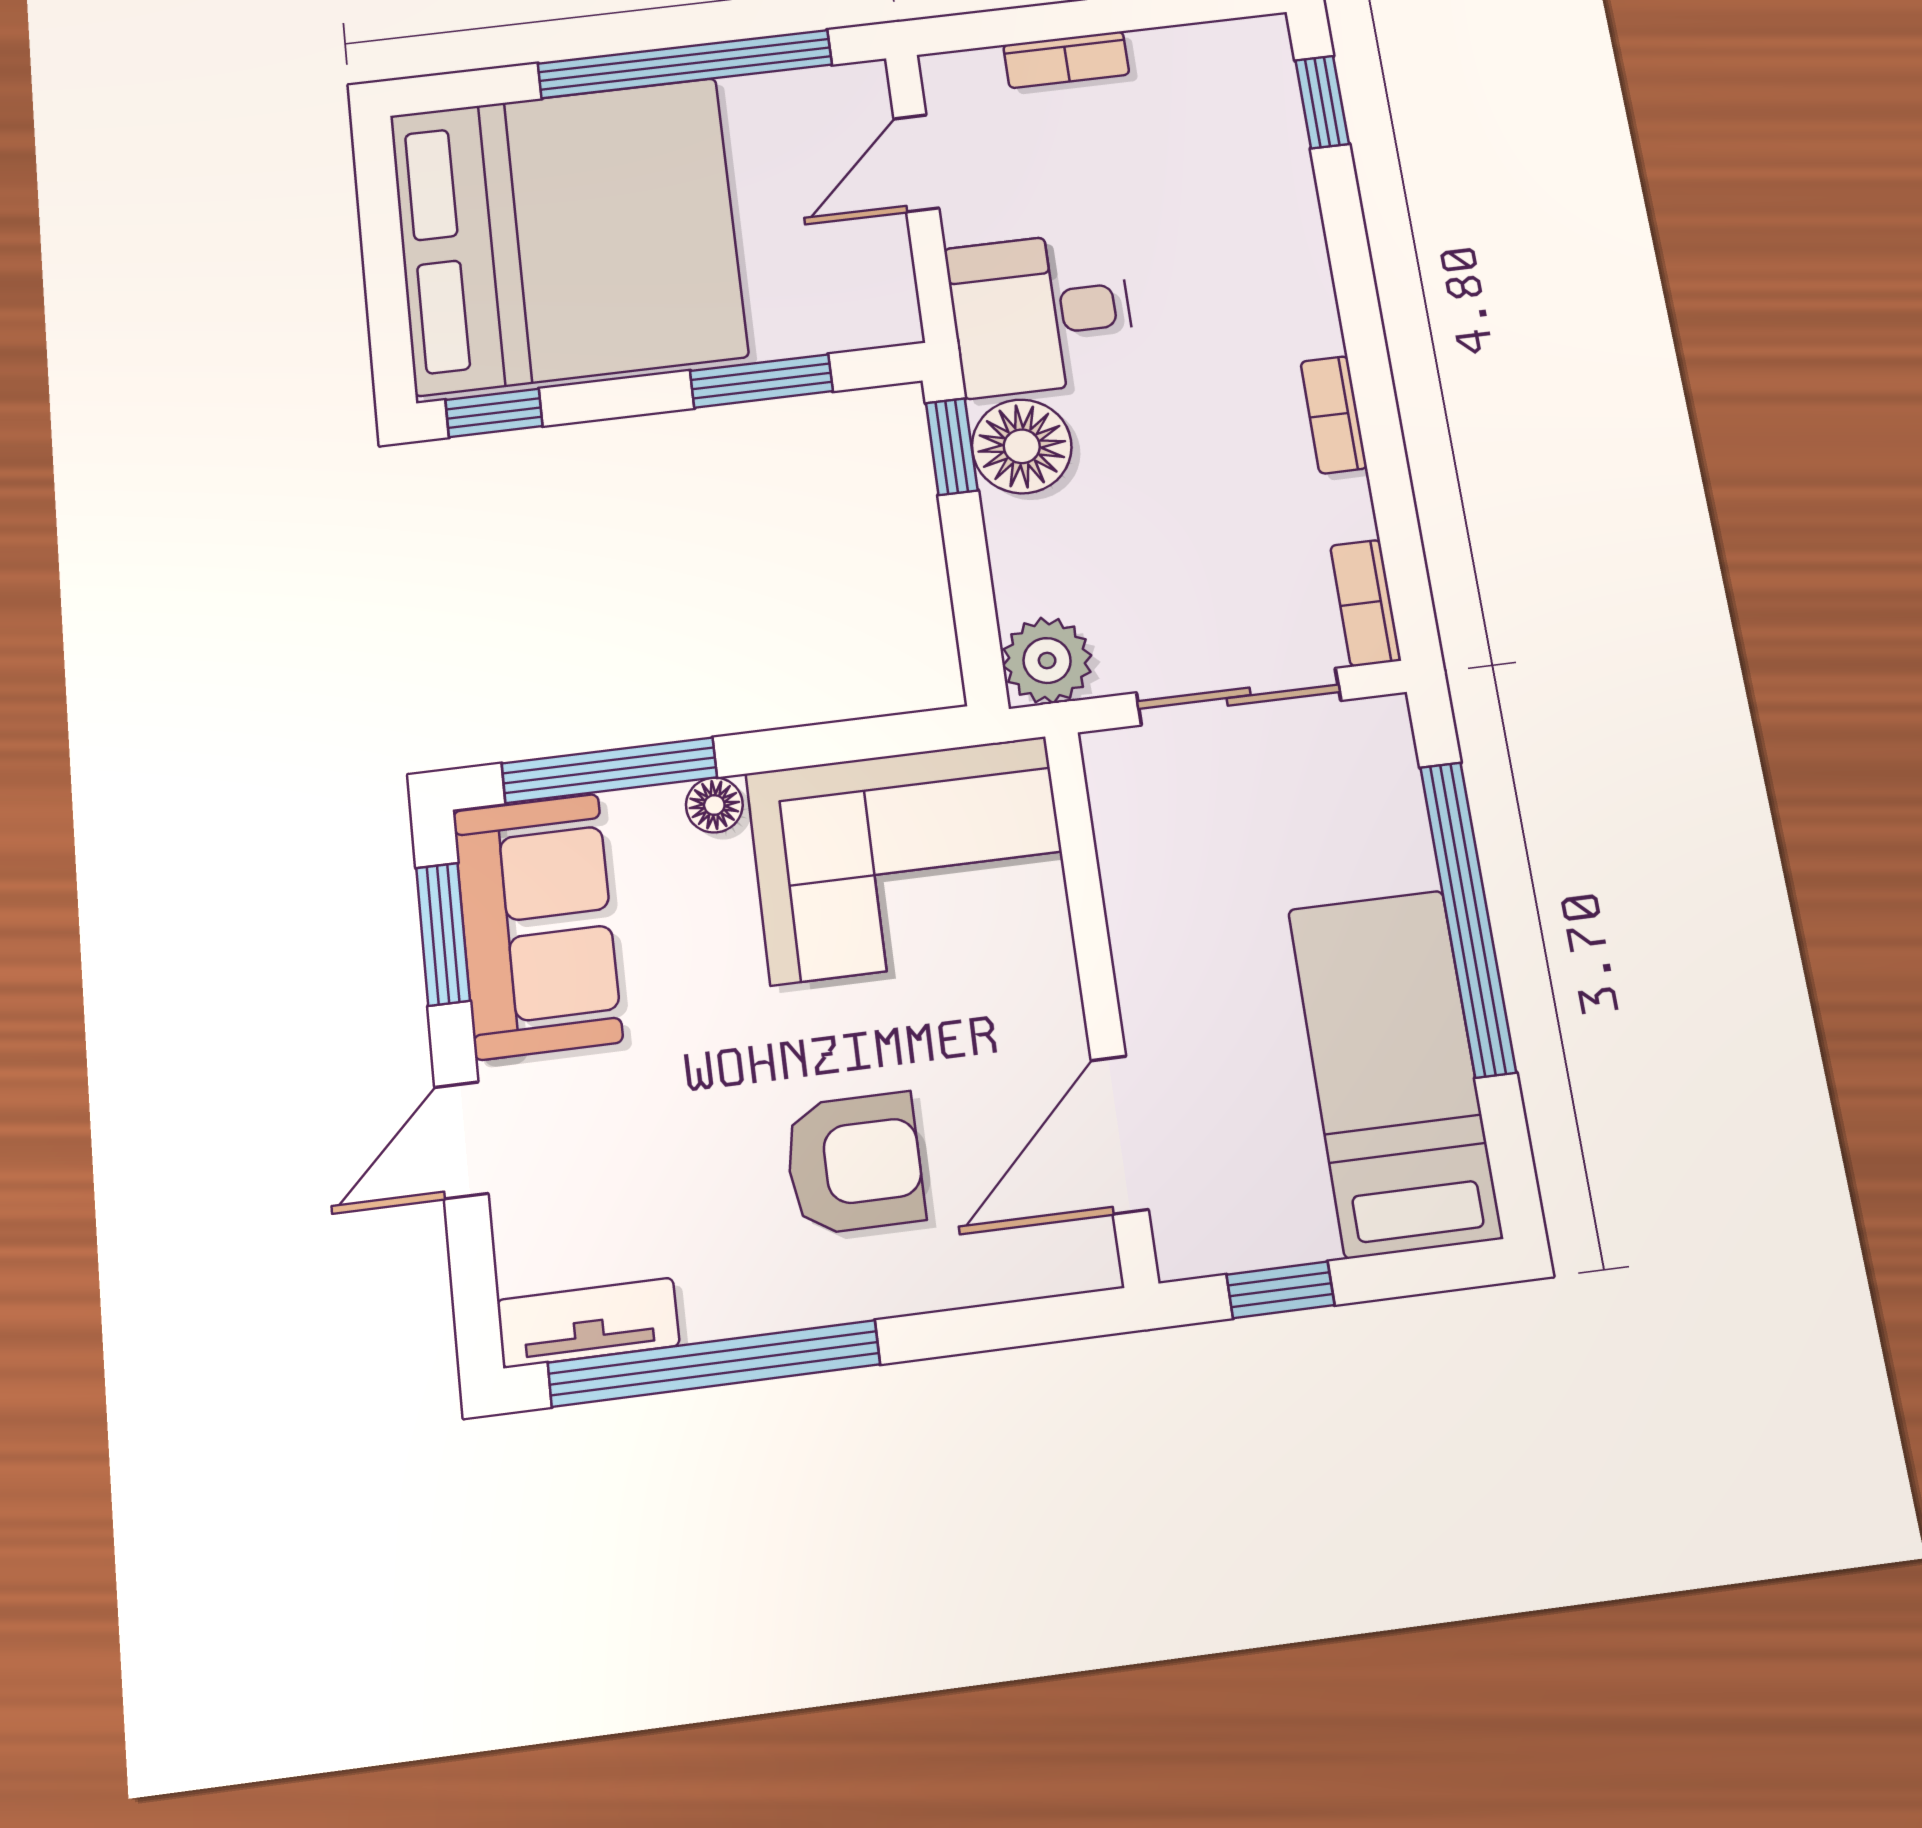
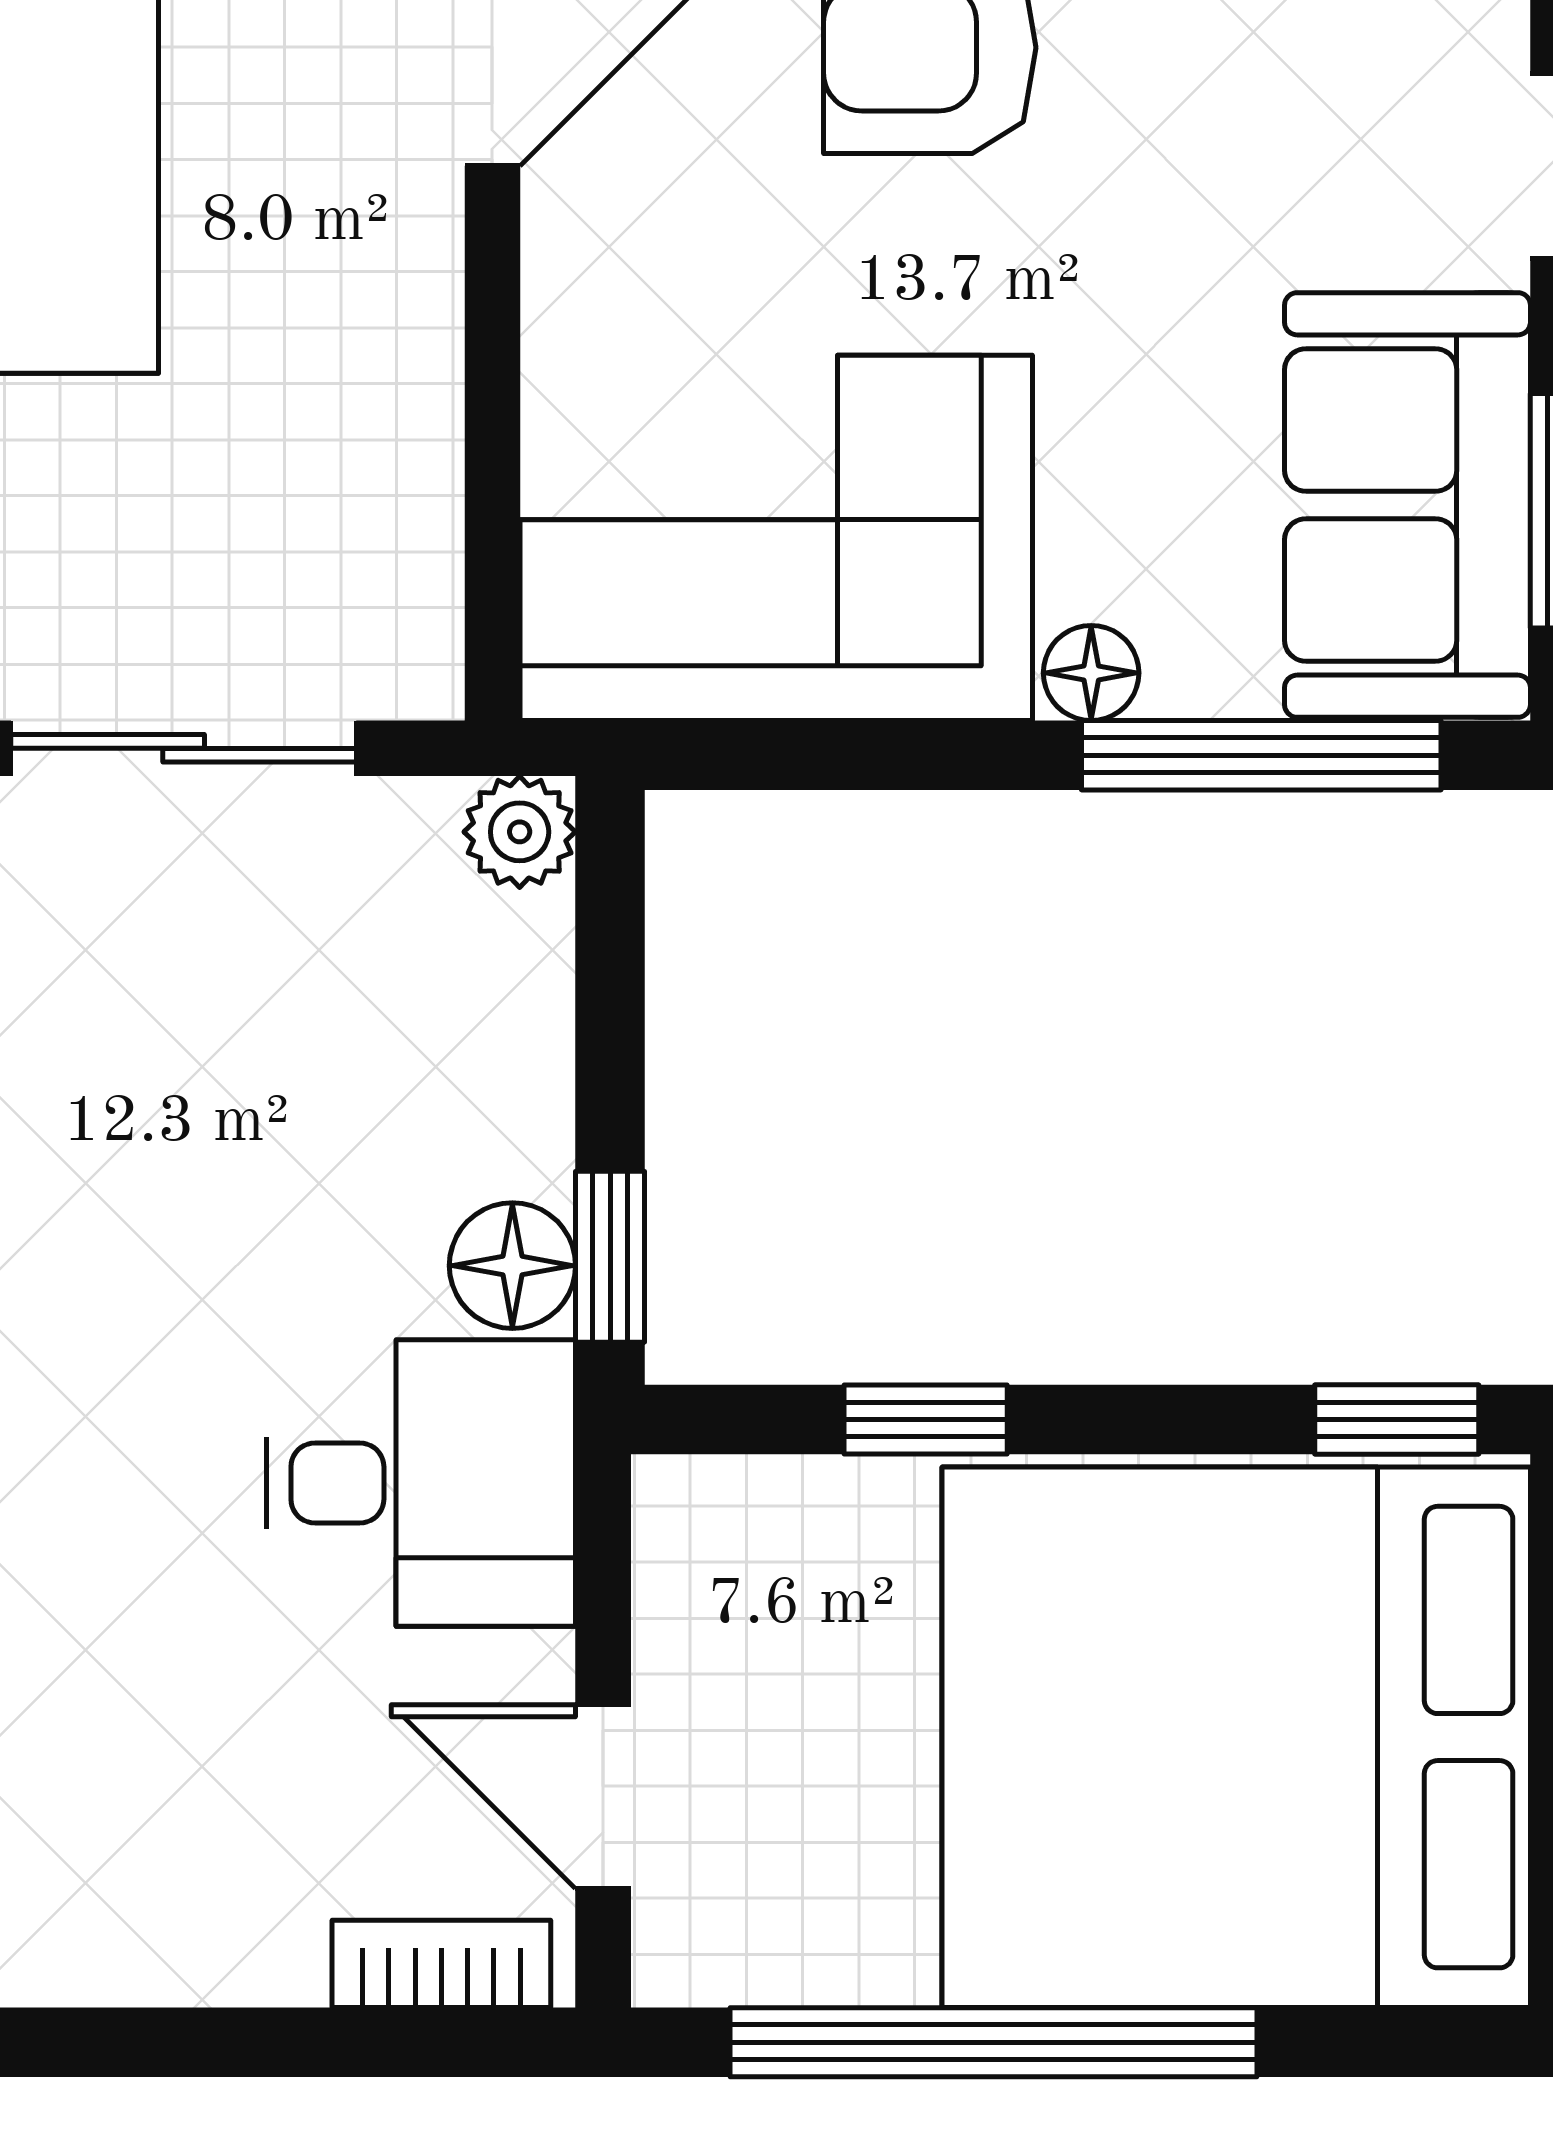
bookcase: (1066, 60) -> (441, 1964), moved
door: (916, 163) -> (603, 1797), swing flipped
window: (761, 381) -> (926, 1419), width x0.67
floor lamp: (1022, 446) -> (512, 1266), width x0.73, depth x0.73
plant: (1047, 661) -> (520, 832), width x0.73, depth x0.73

